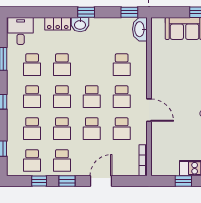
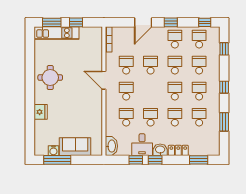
window: (33, 12) -> (199, 160), added
window: (129, 12) -> (136, 160), moved
desk: (21, 31) -> (142, 145), moved
school desk: (92, 97) -> (151, 117), moved
window: (39, 181) -> (205, 22), moved

